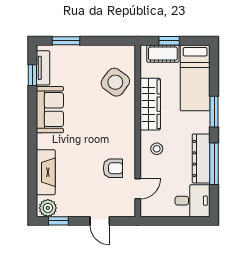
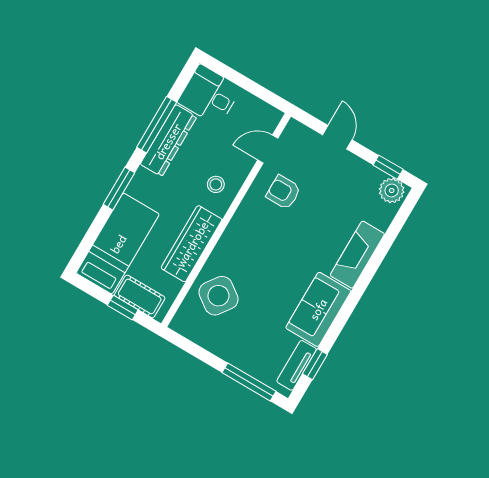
window: (66, 41) -> (249, 382), width x1.44
fireplace: (46, 172) -> (357, 255), moved

